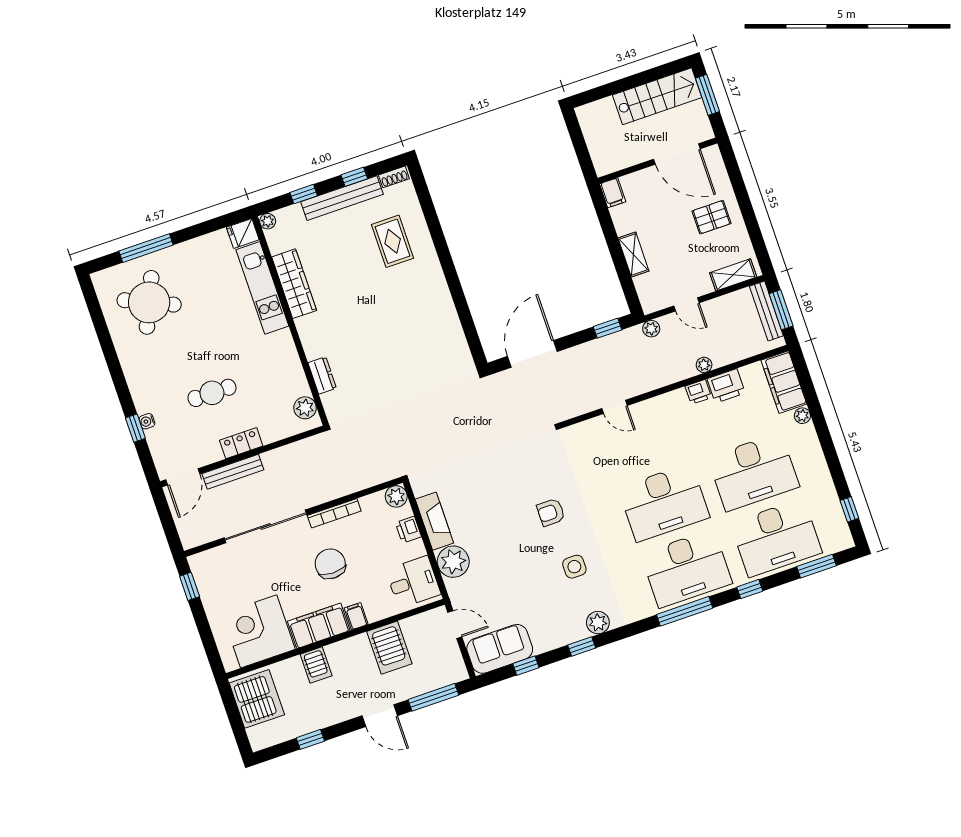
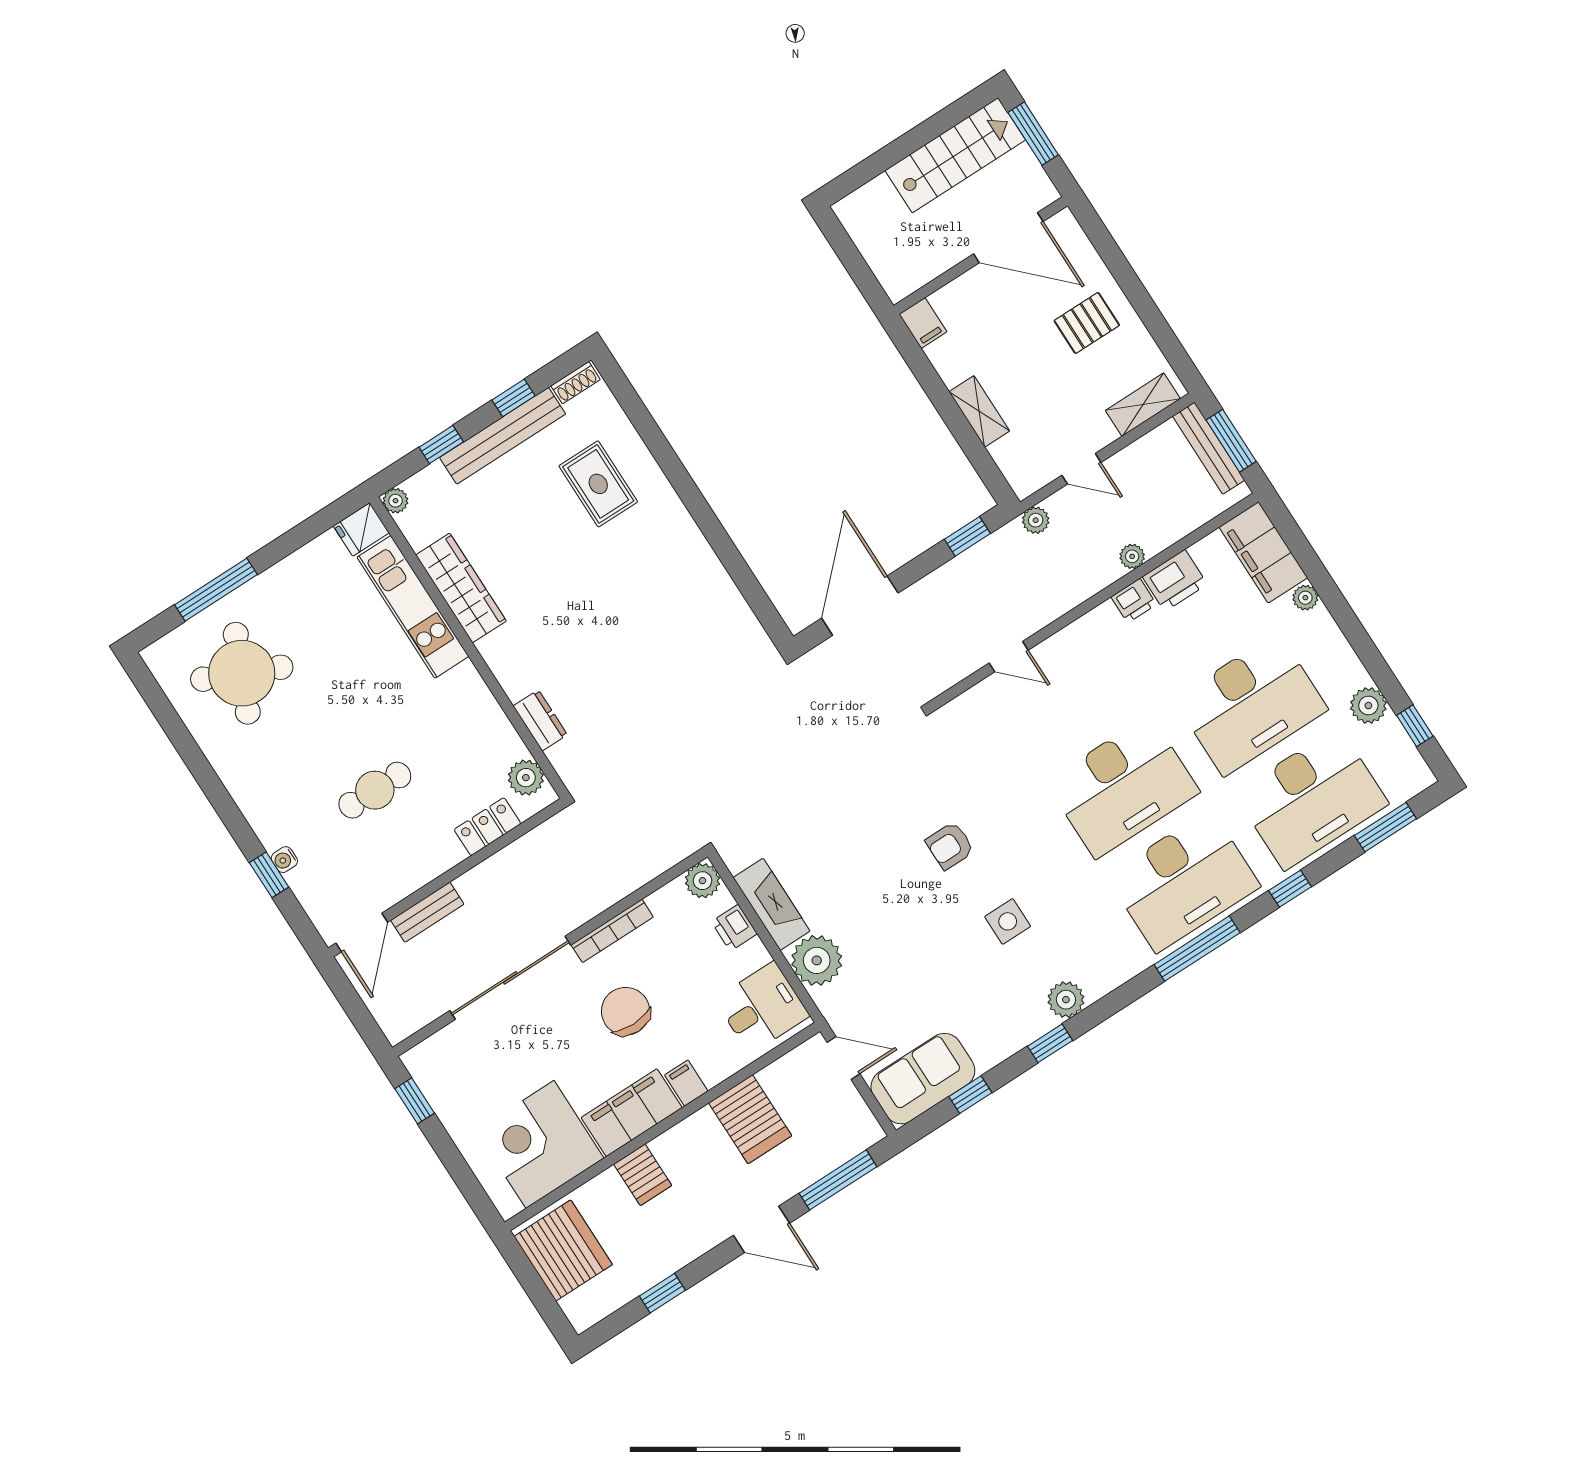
locker: (241, 443) -> (487, 827), moved
bench: (233, 472) -> (427, 912), width x0.73
plant: (824, 490) -> (1368, 706), added

